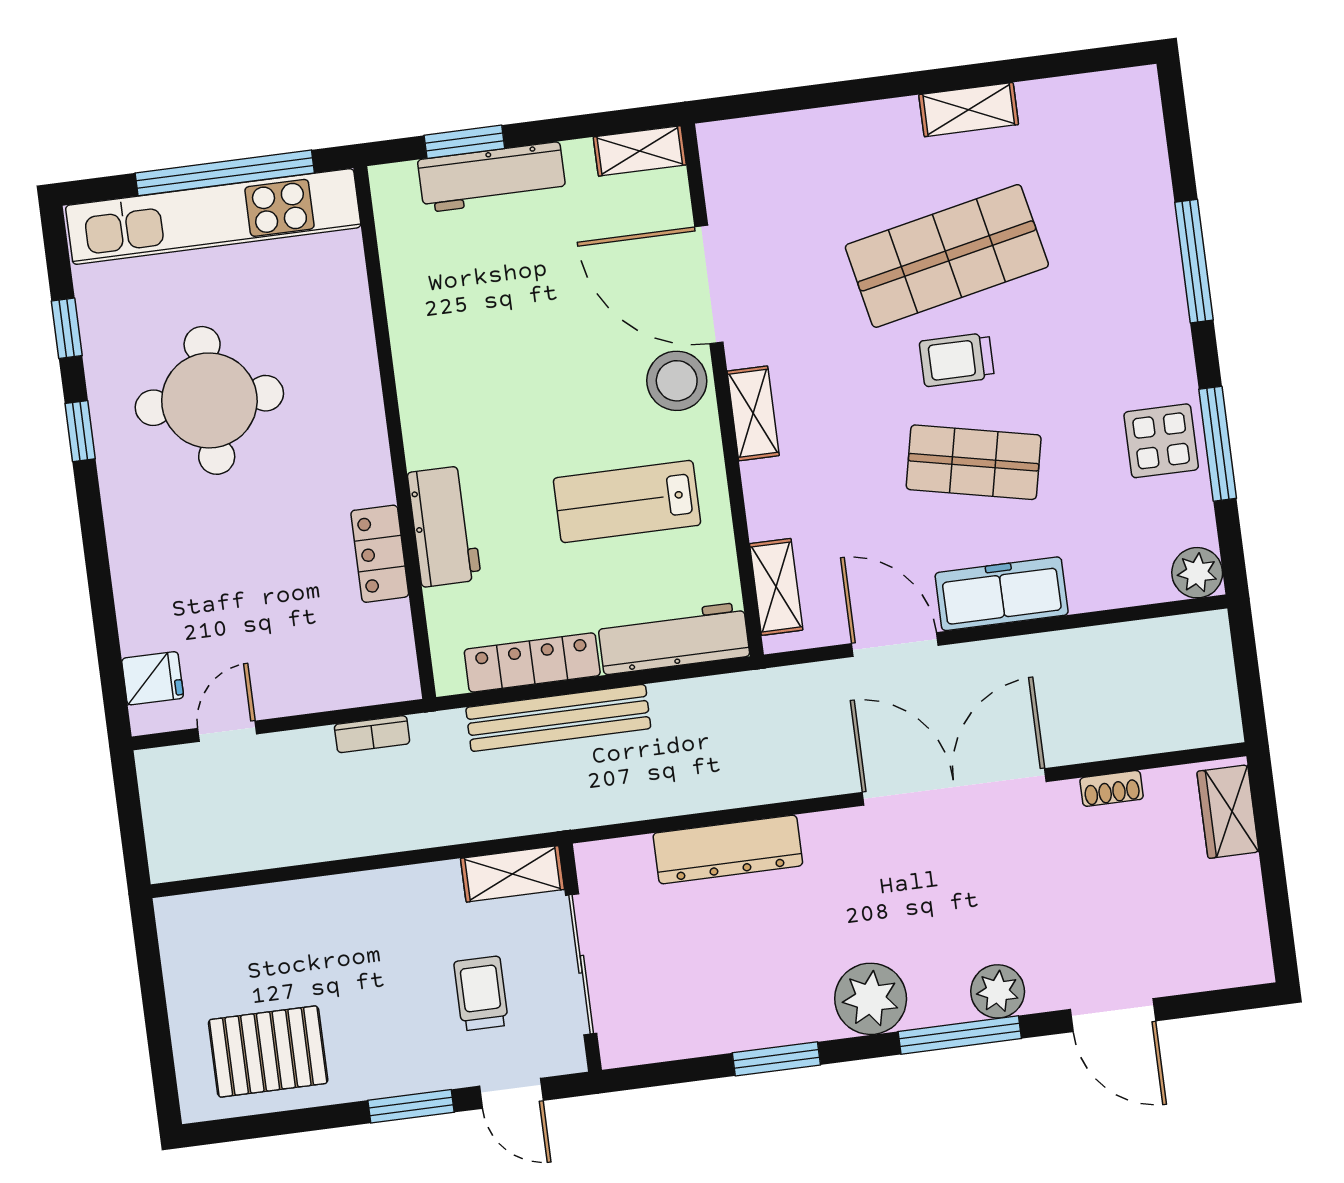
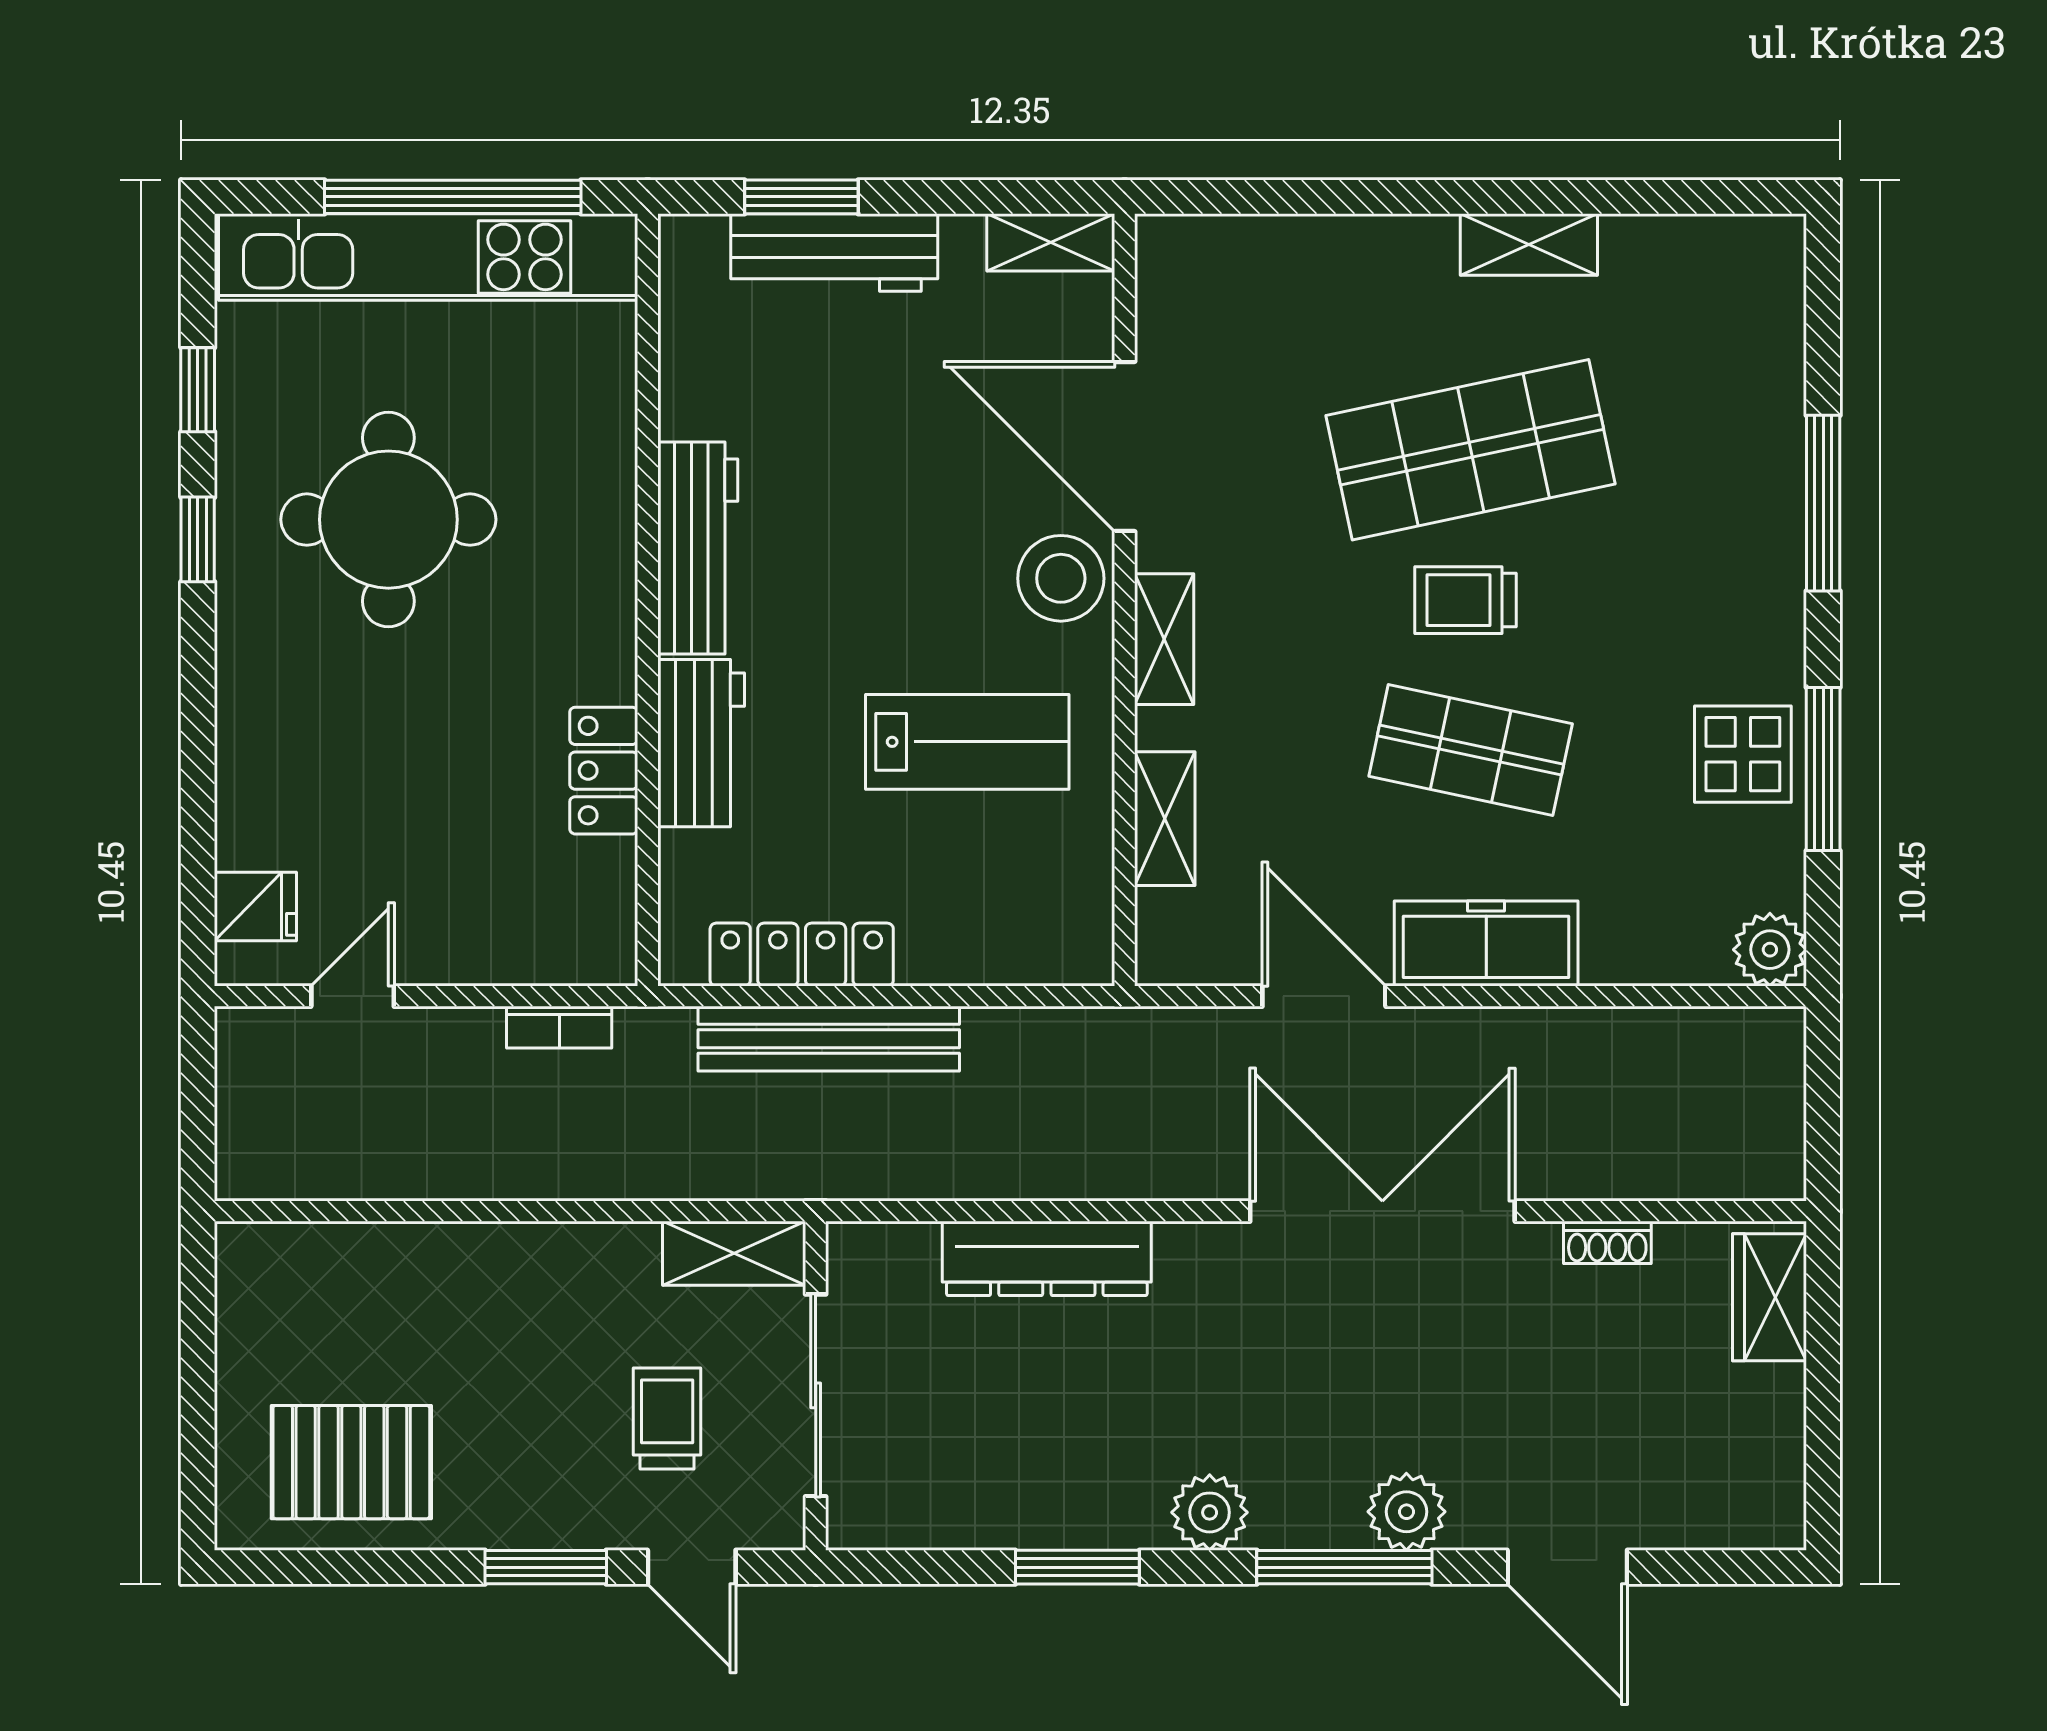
lab bench: (627, 502) -> (967, 742), turned 180
shelving: (776, 587) -> (1165, 819), moved
workbench: (674, 638) -> (698, 548), moved, turned 90
plant: (871, 999) -> (1210, 1512), width x0.73, depth x0.73

